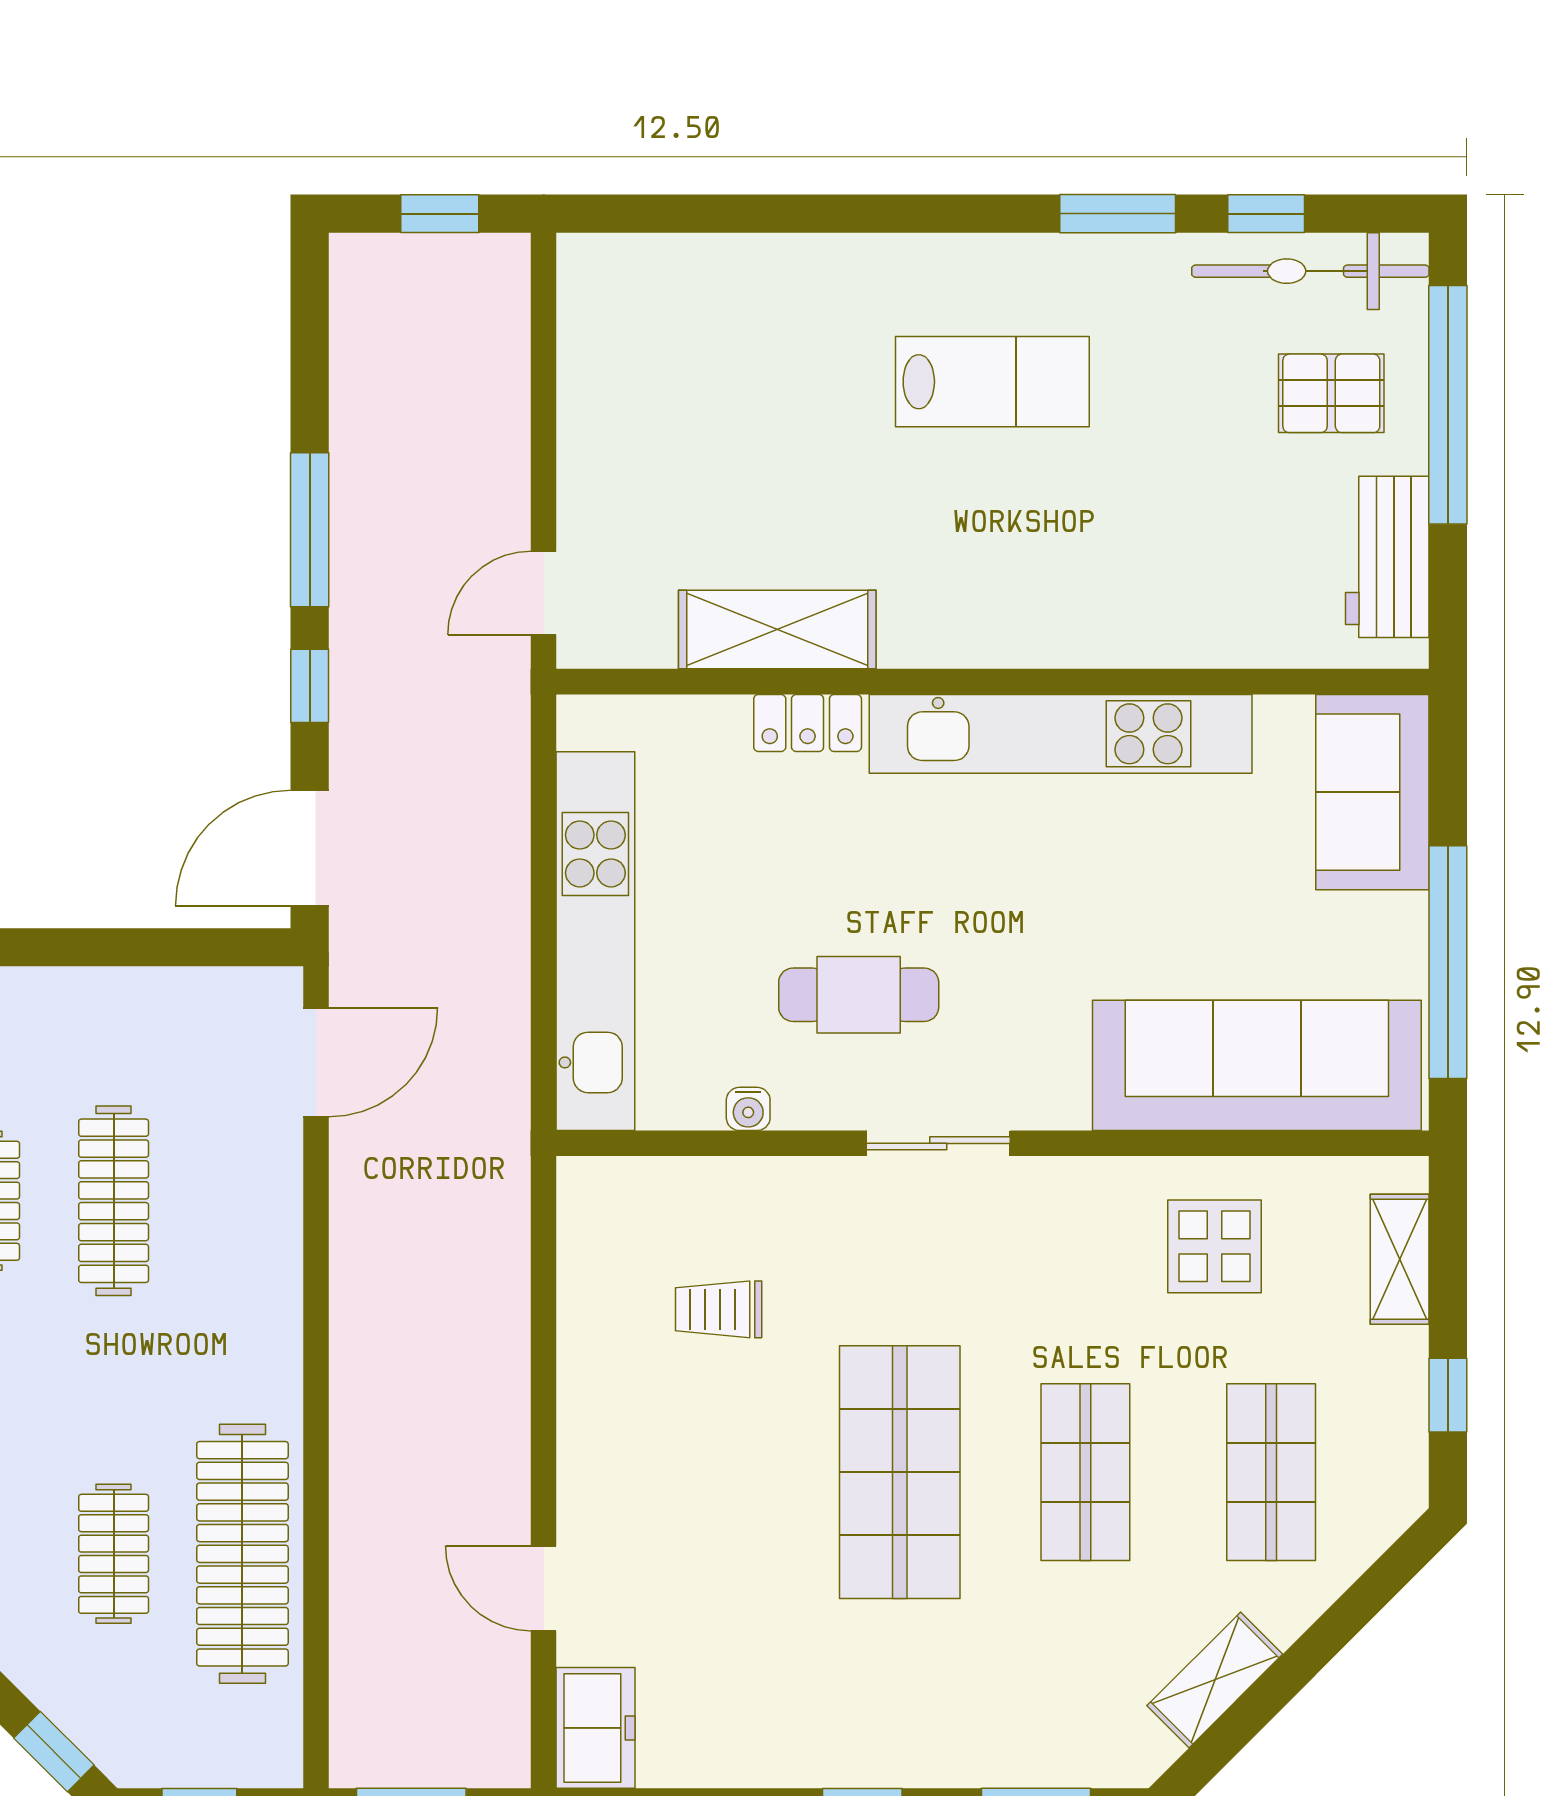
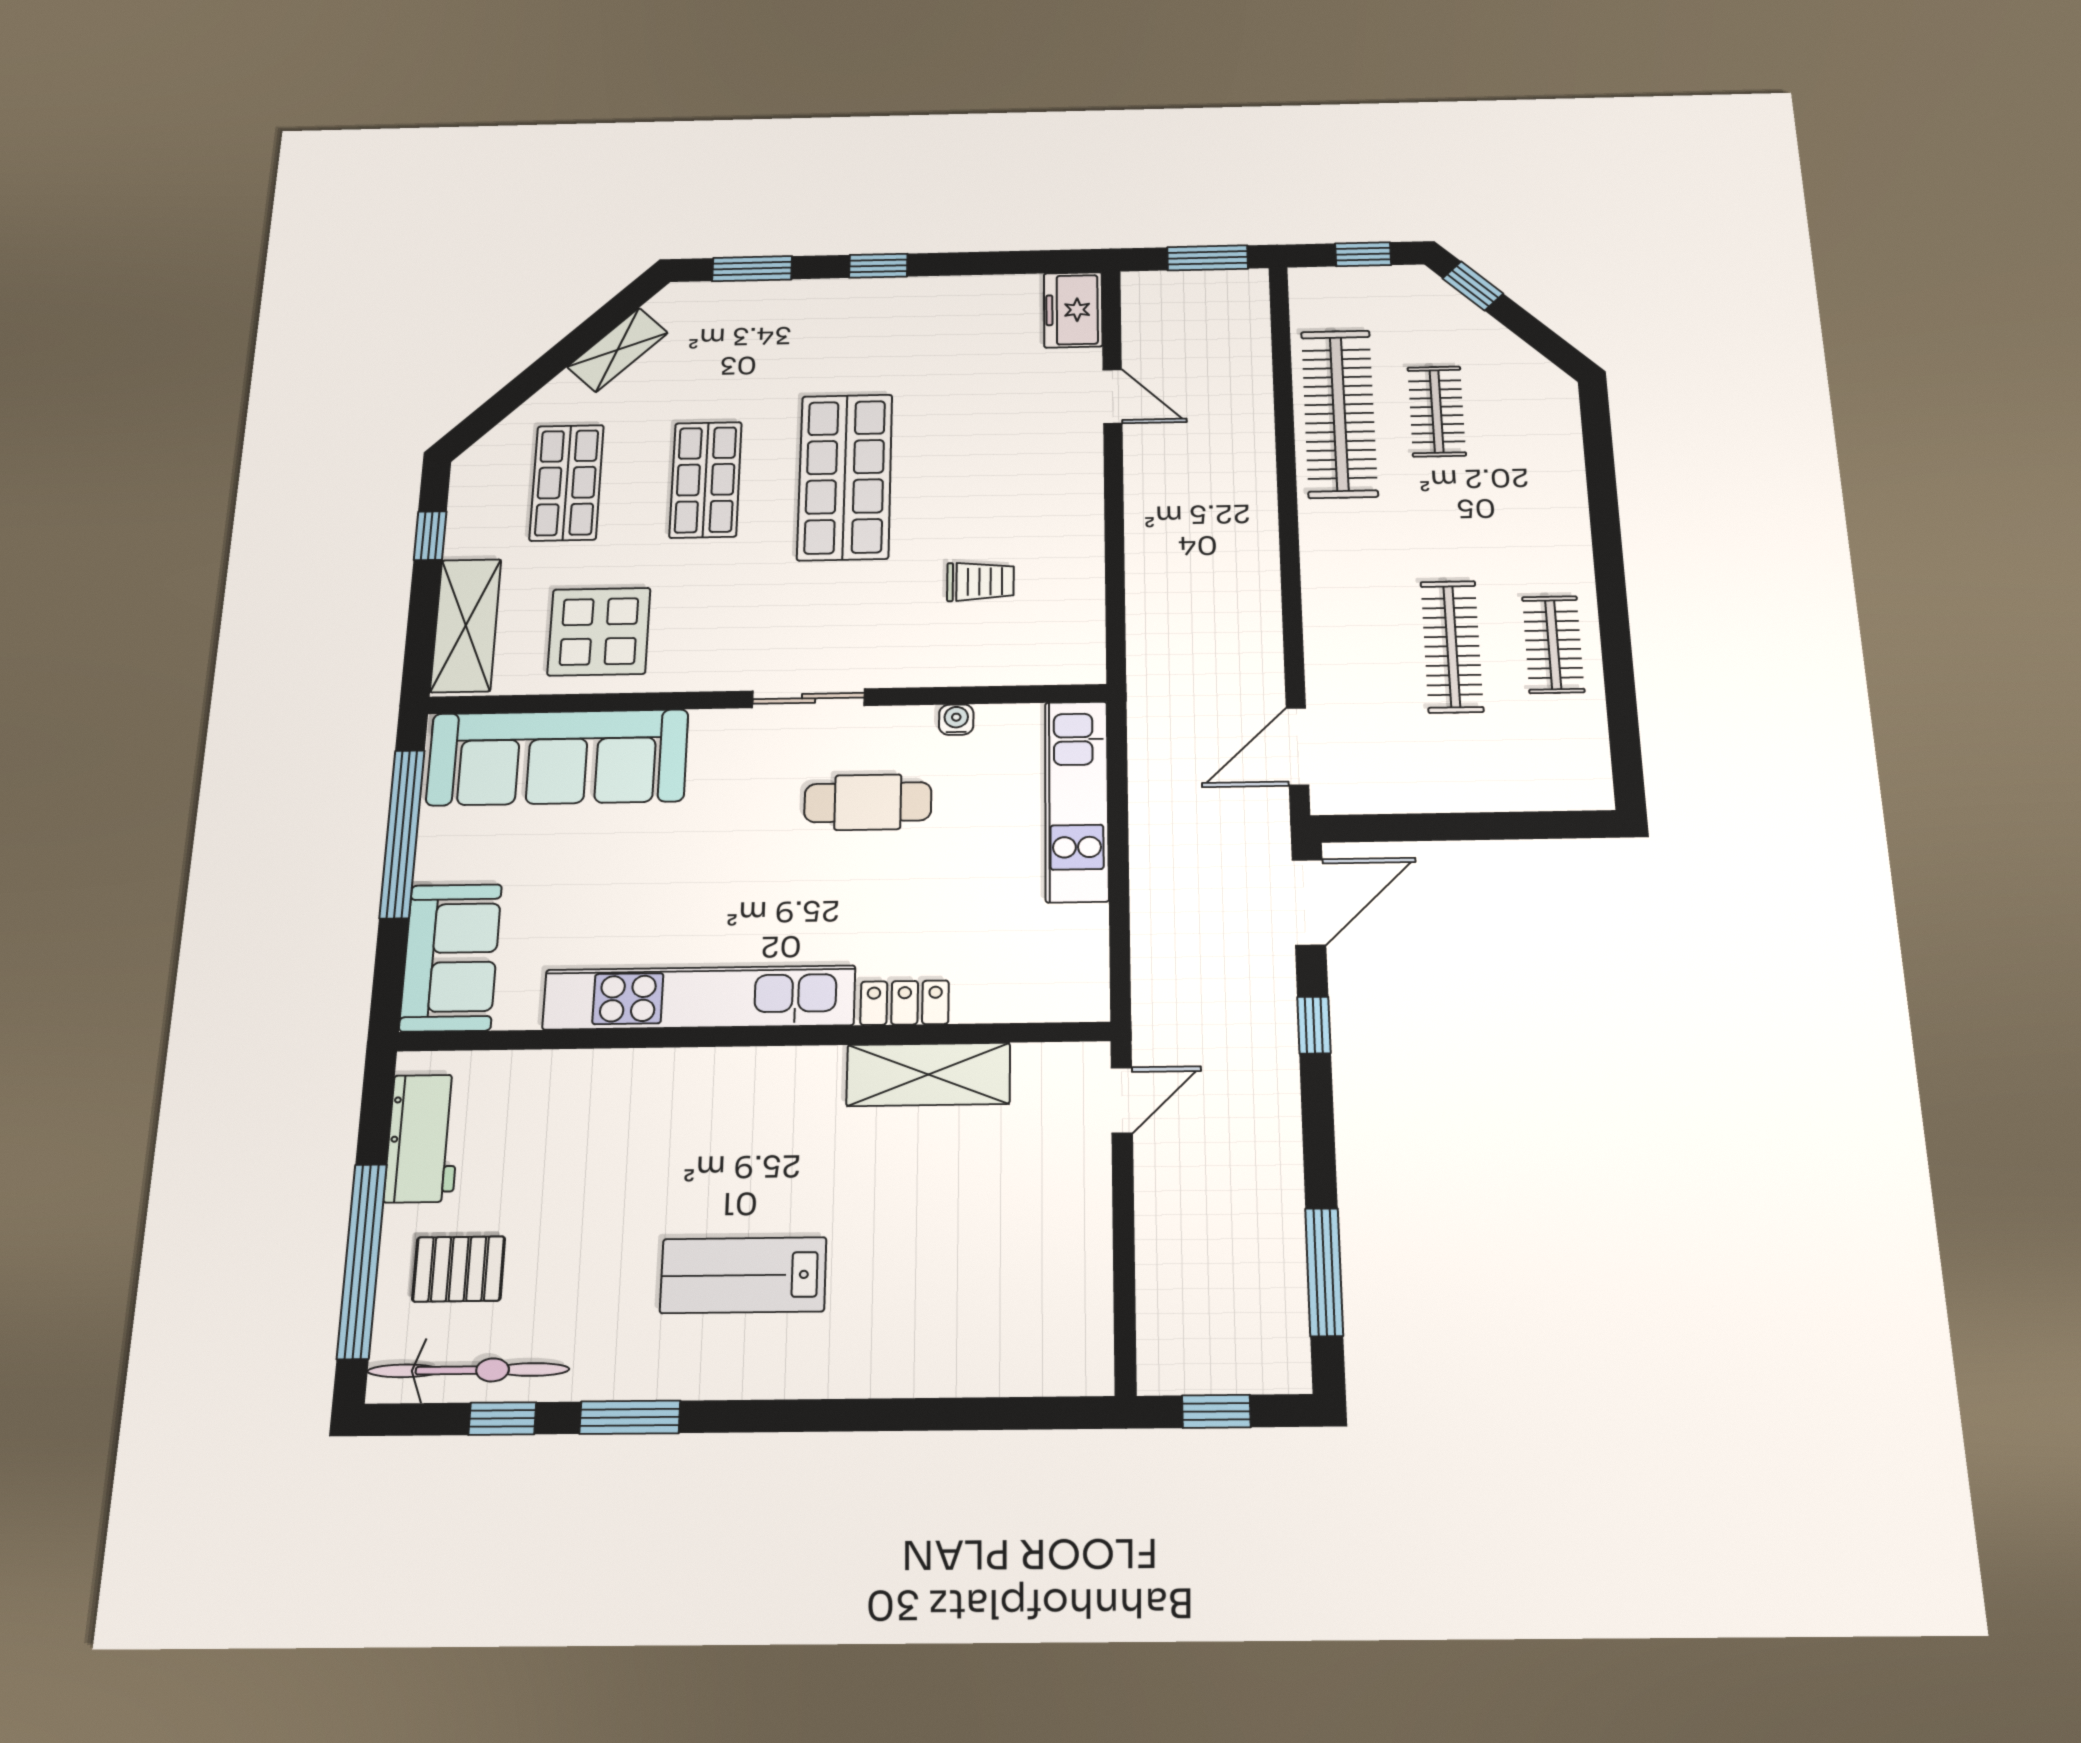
window: (310, 530) -> (1324, 1272), moved
kitchen unit: (595, 941) -> (1077, 801), width x0.73
display table: (1215, 1246) -> (599, 632), width x1.36, depth x1.36
shelving: (1400, 1259) -> (466, 625), width x1.50, depth x1.33

